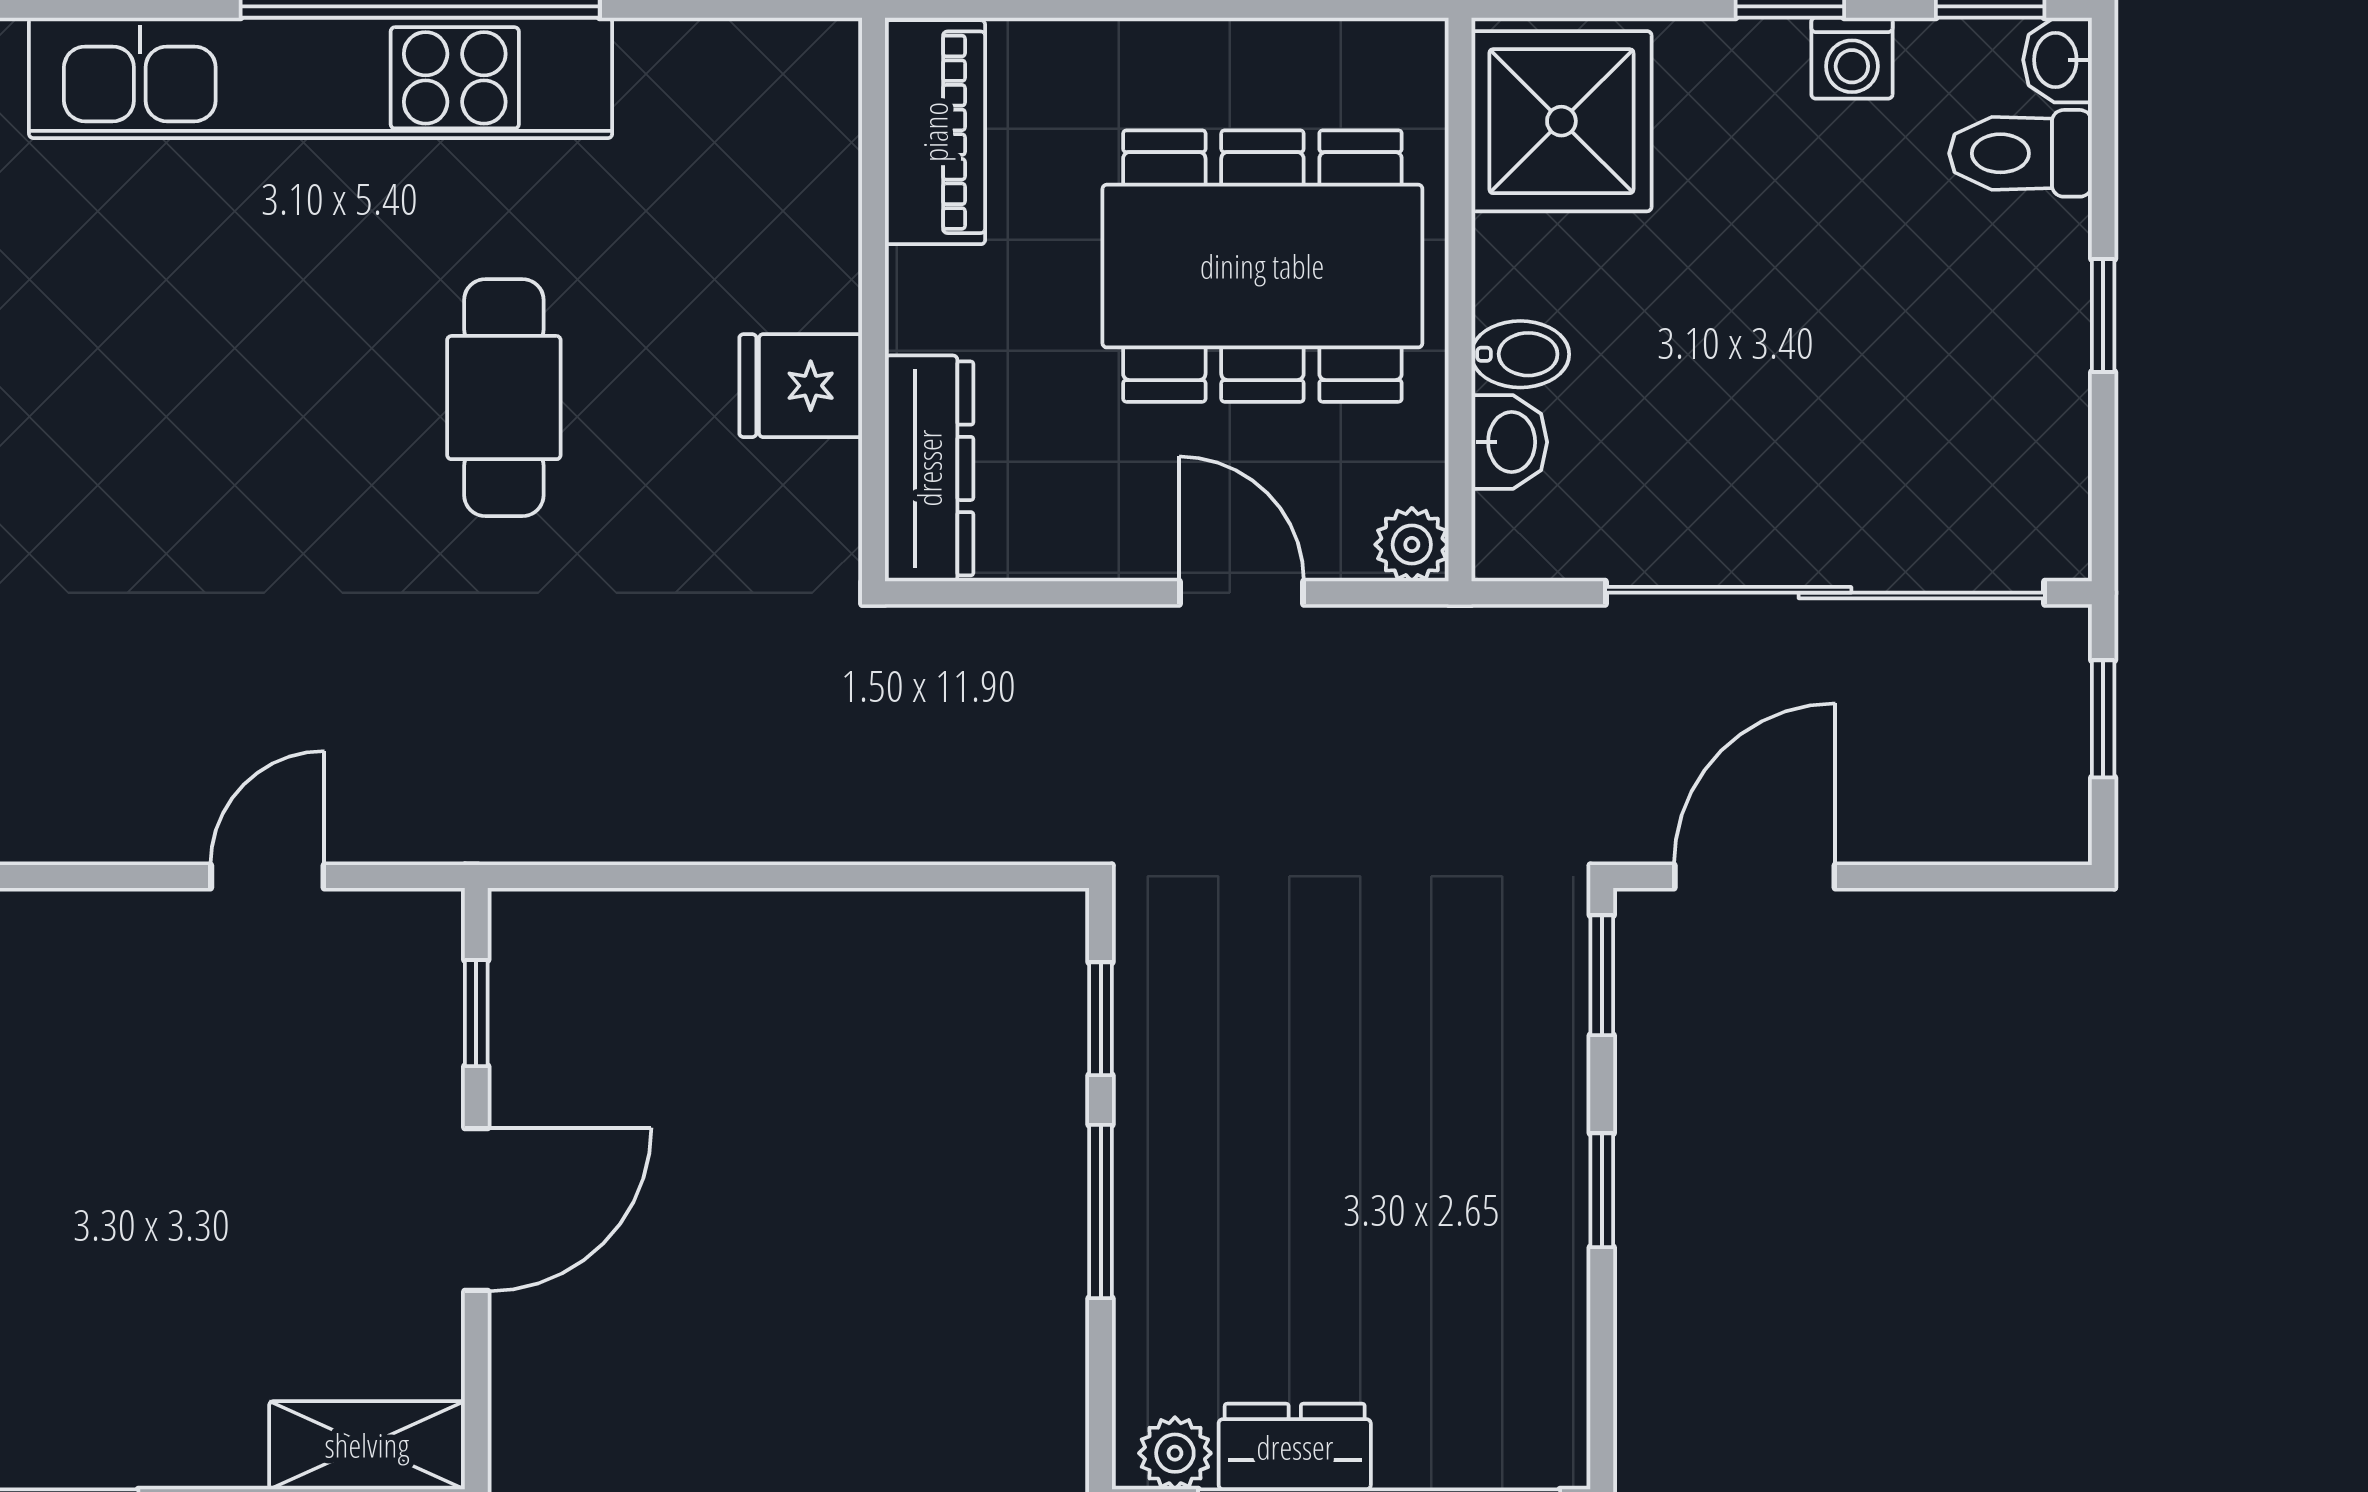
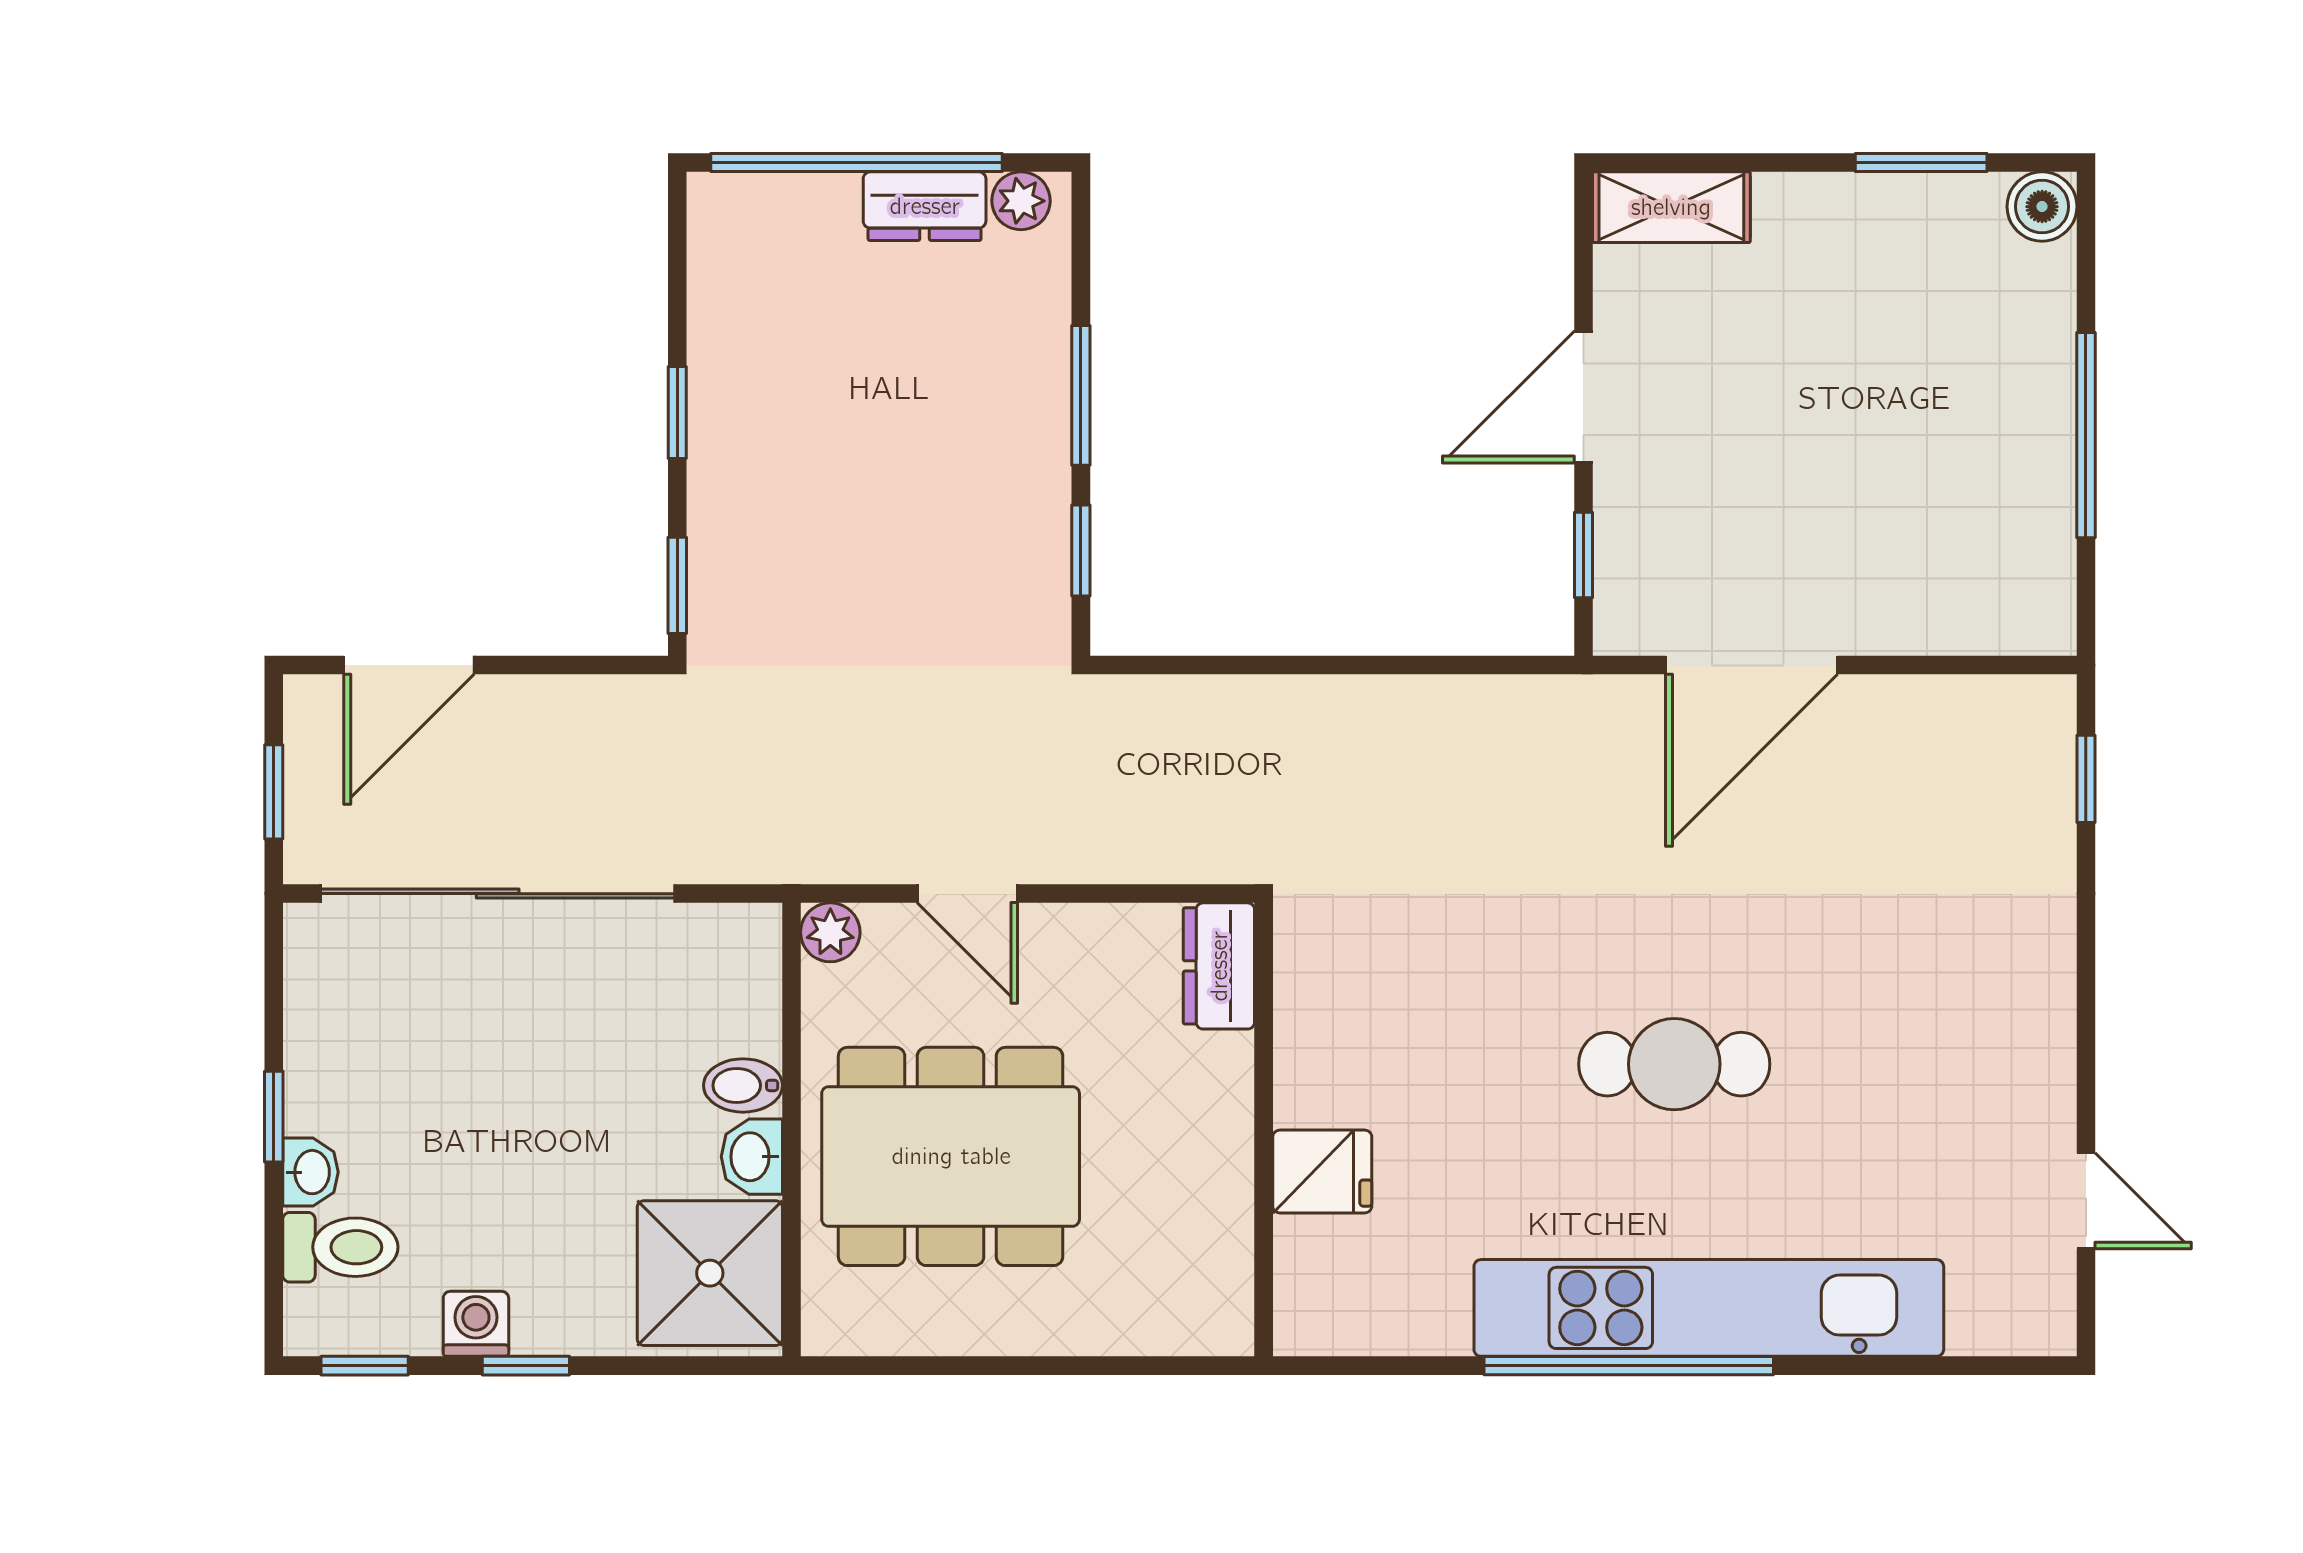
washbasin: (2057, 60) -> (310, 1172), moved
piano: (935, 132) -> (1214, 1264), removed
fridge: (801, 386) -> (1322, 1171), moved
cafe table: (504, 398) -> (1674, 1064), moved, turned 90
washbasin: (1509, 442) -> (752, 1157), moved
dresser: (929, 468) -> (1219, 966), width x0.70
door: (267, 876) -> (1752, 665), width x1.88
door: (1755, 876) -> (409, 665), moved

